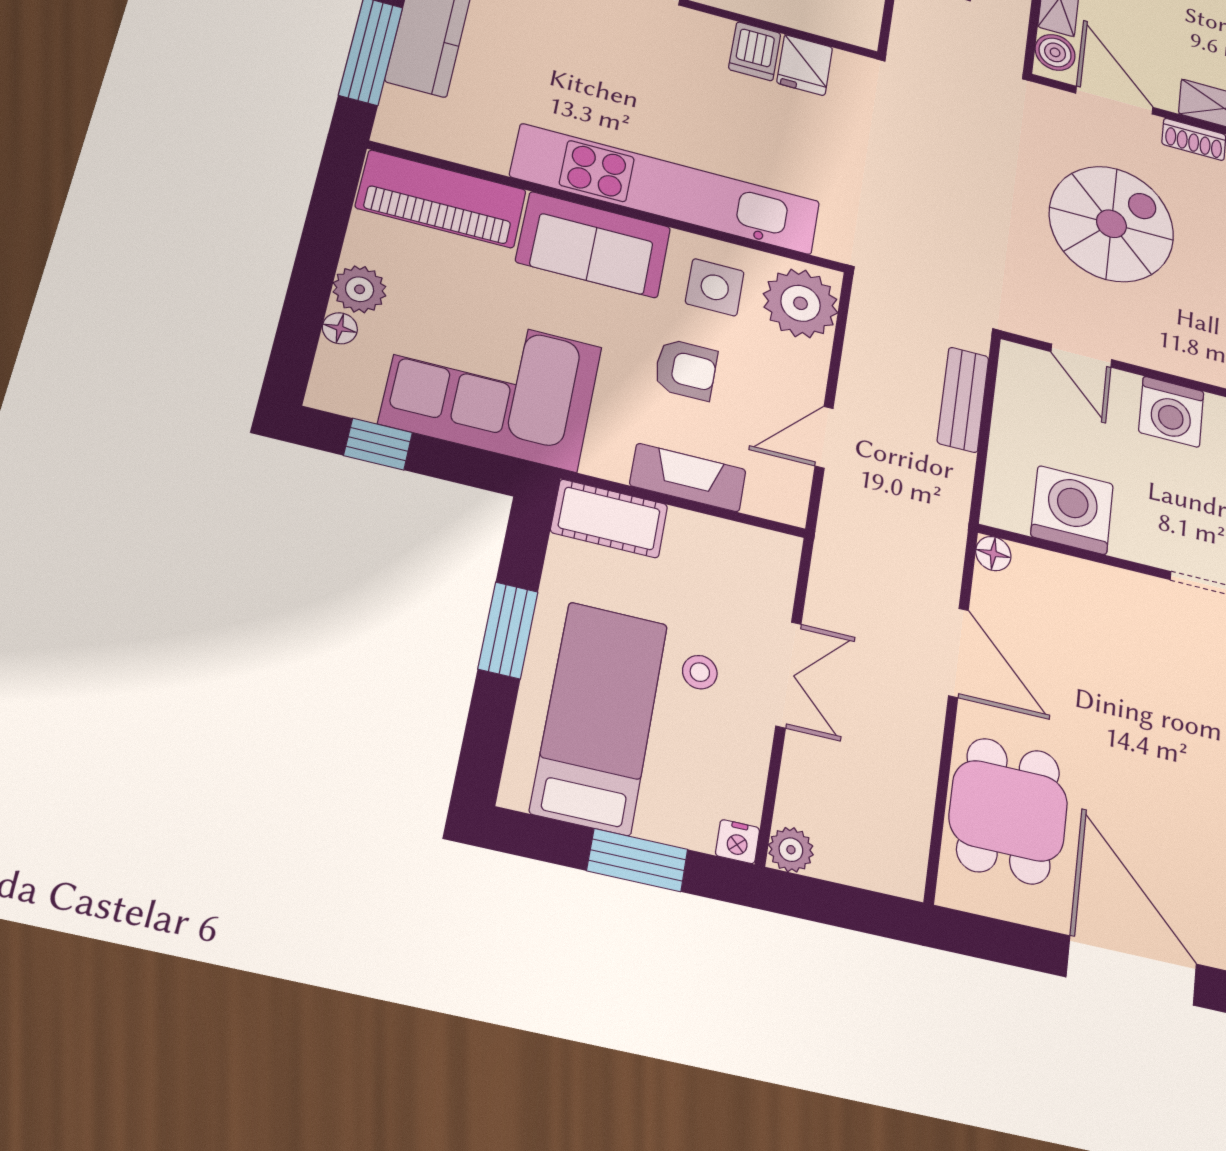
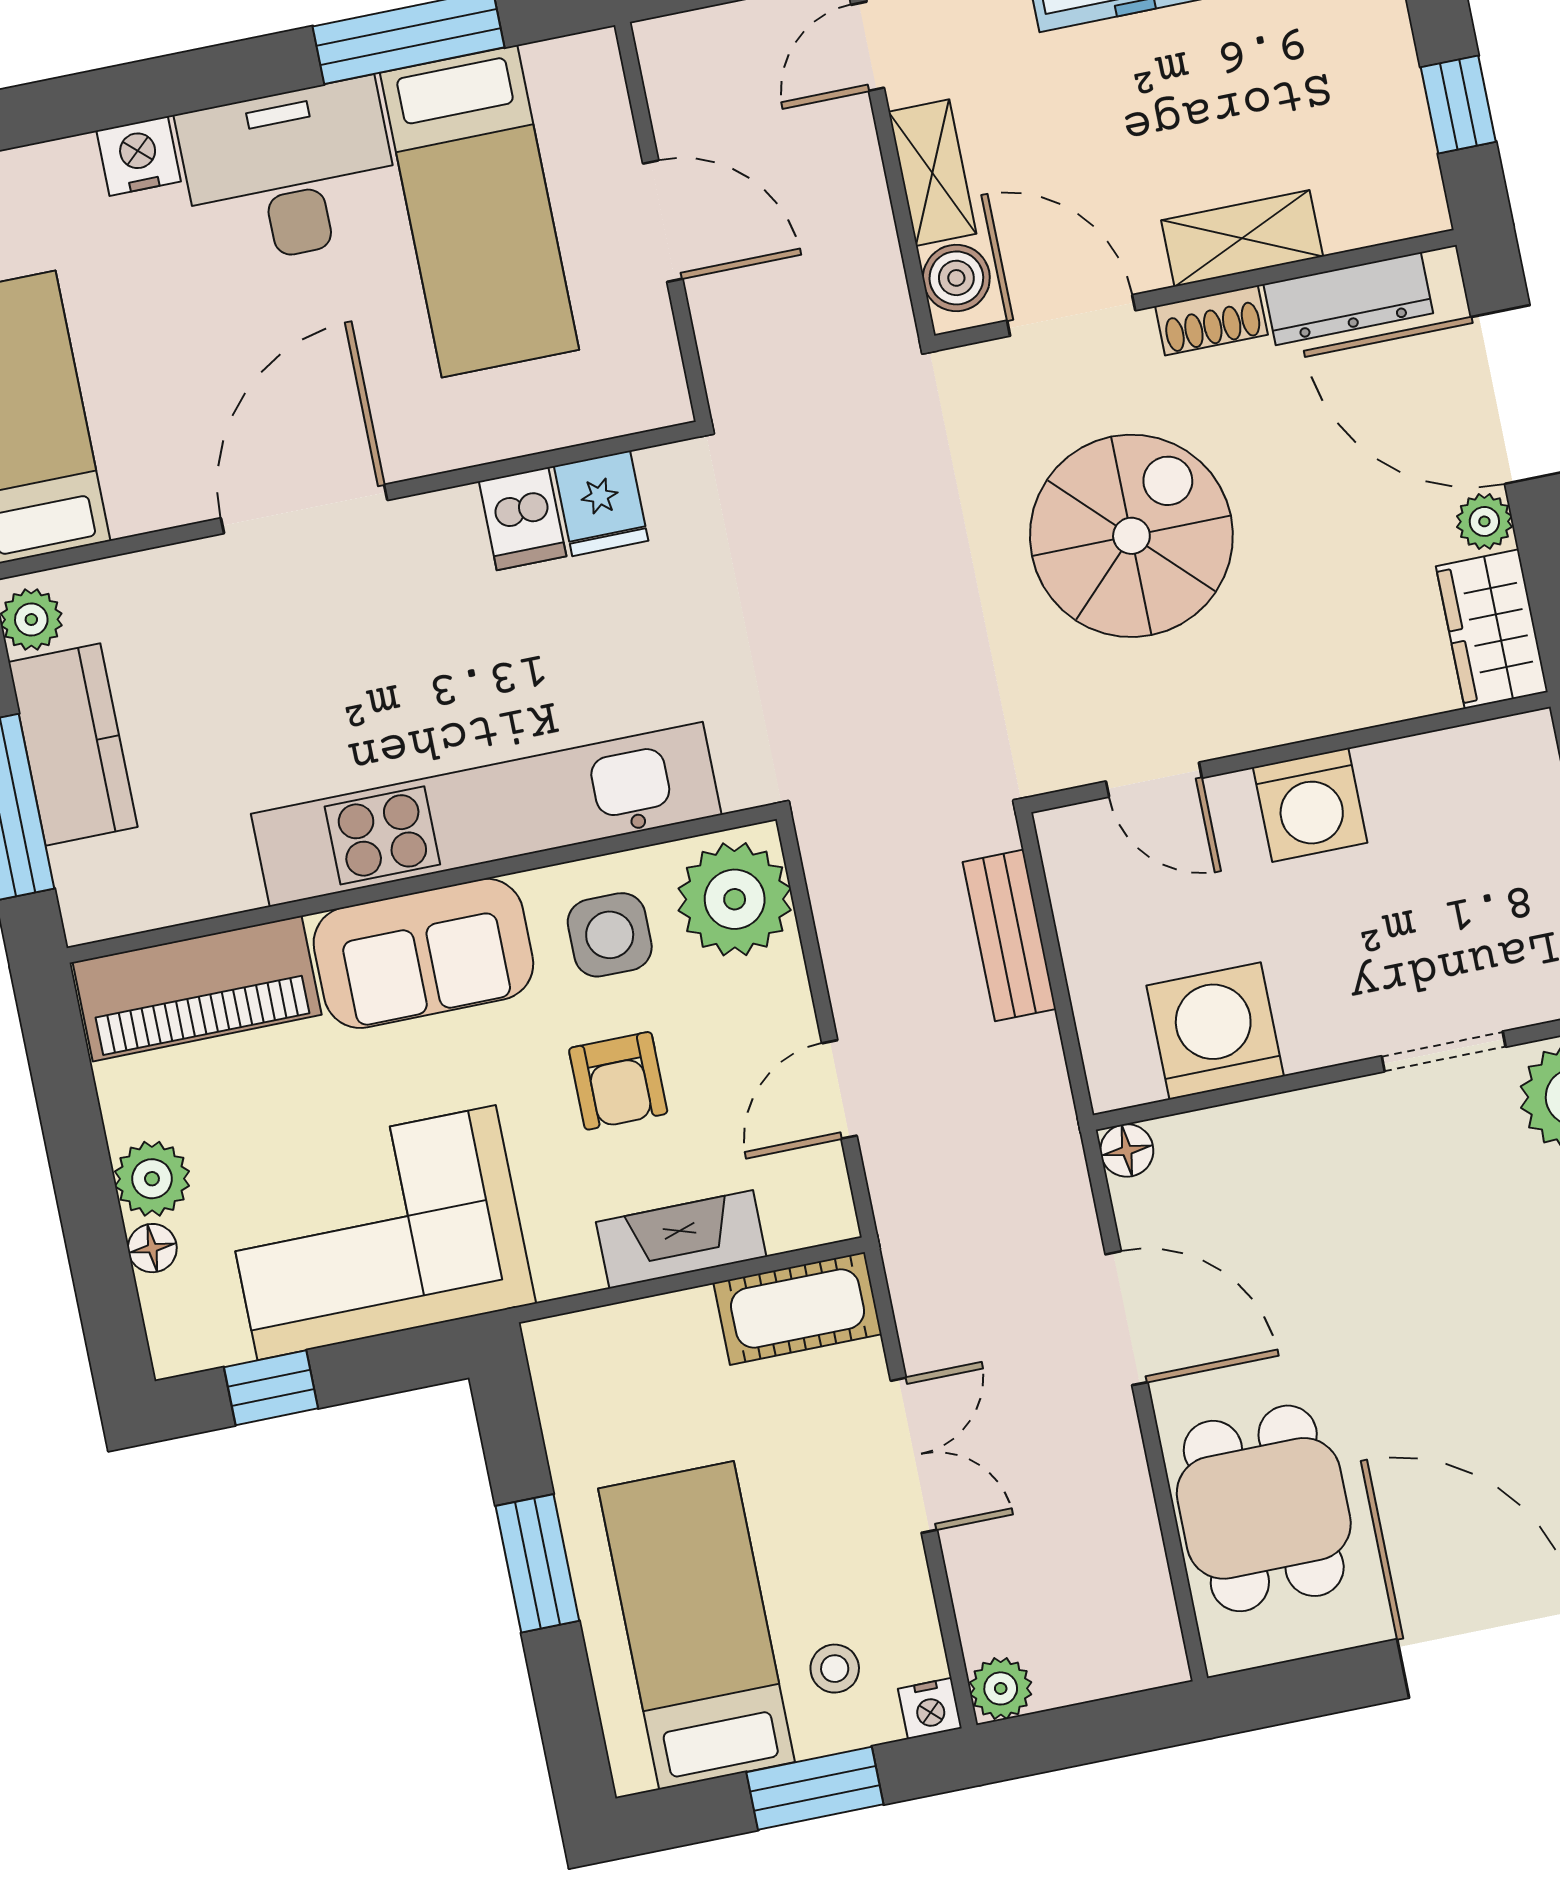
armchair: (686, 369) -> (618, 1081), turned 90
cot: (609, 518) -> (798, 1309), moved
stool: (700, 672) -> (835, 1669), moved

